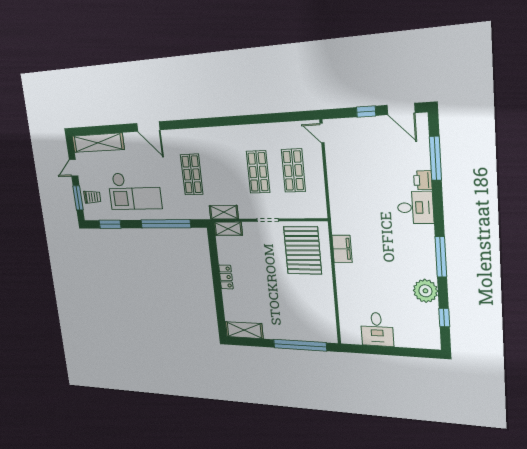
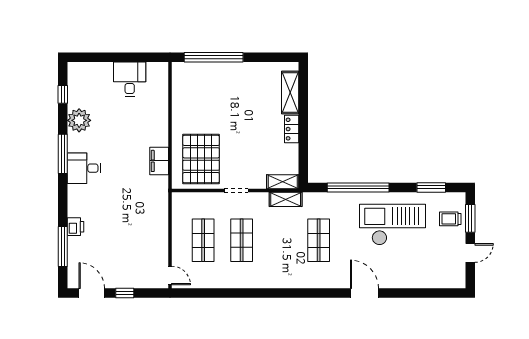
shelving: (98, 143) -> (432, 279), removed
desk: (415, 208) -> (84, 168), moved
shelving: (244, 330) -> (290, 92), moved, turned 90

